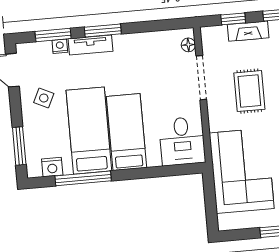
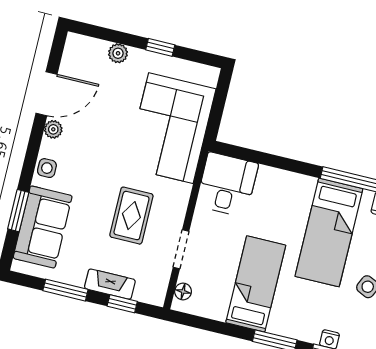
tv unit: (90, 45) -> (294, 329), removed
doorway: (201, 78) -> (181, 249), width x0.73
bed: (127, 132) -> (256, 284), moved, turned 180

